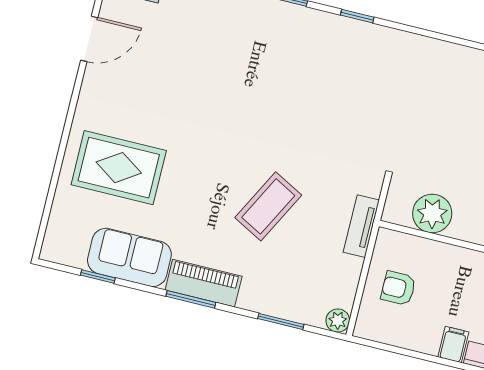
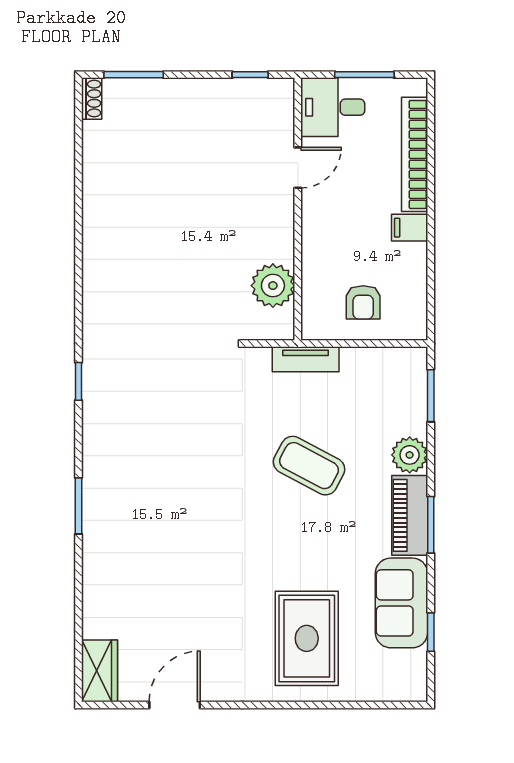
window: (357, 16) -> (78, 381), moved
door: (89, 39) -> (175, 705), hinge flipped
window: (281, 321) -> (431, 396), moved
plant: (338, 321) -> (410, 455), moved, width x1.38, depth x1.38

